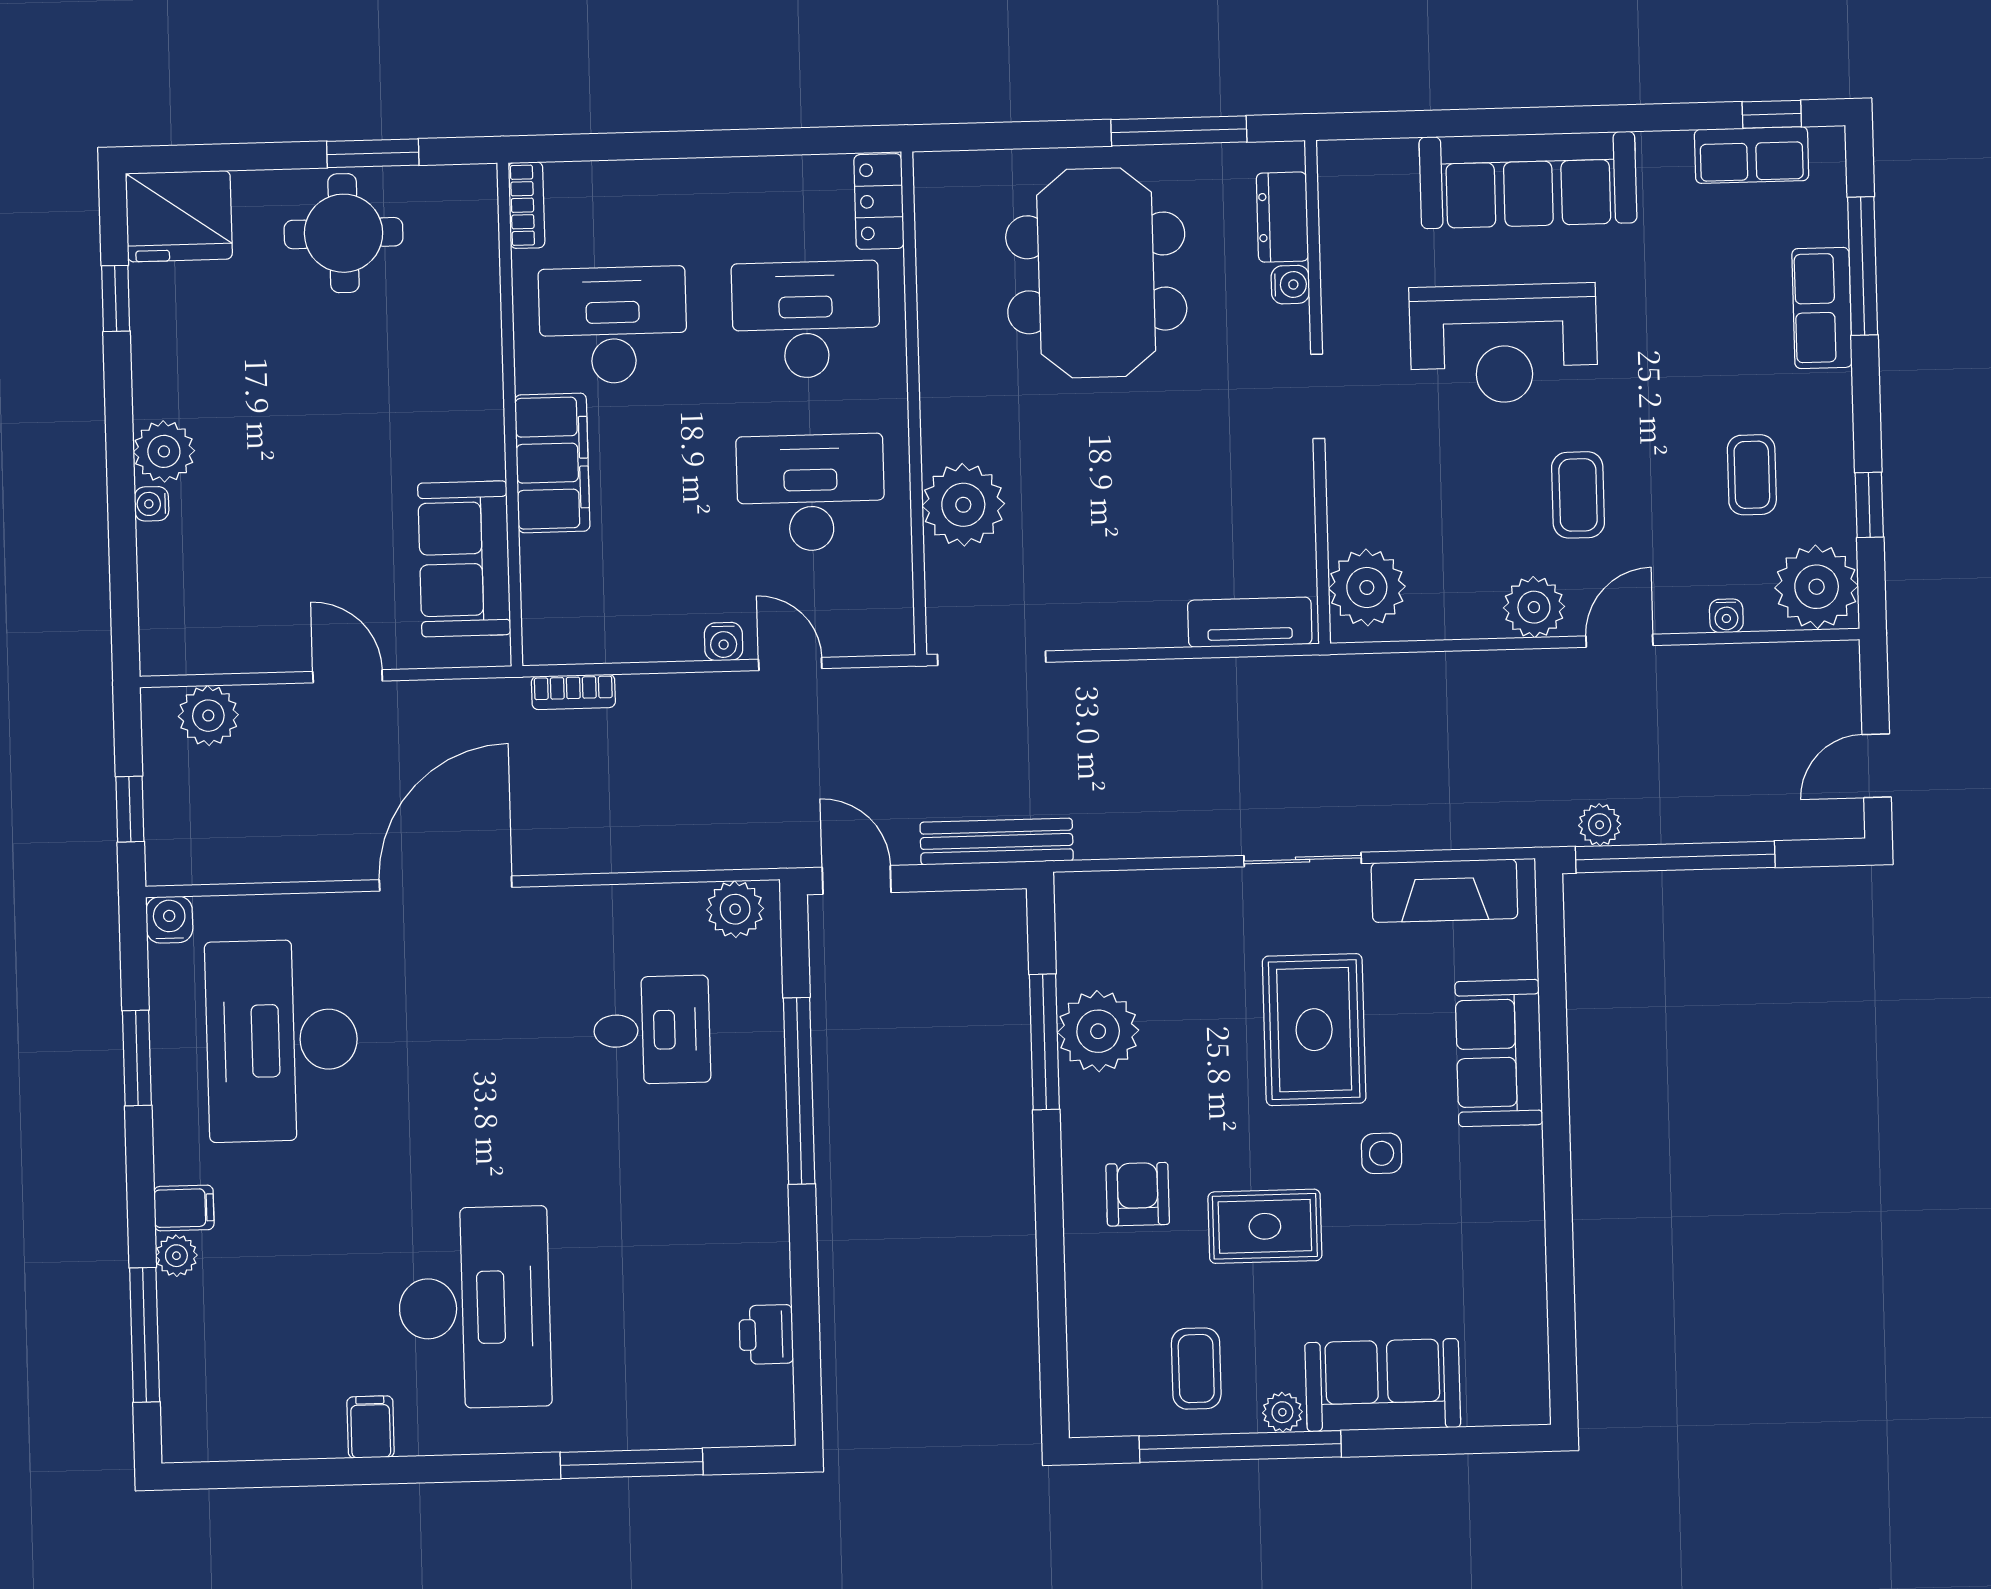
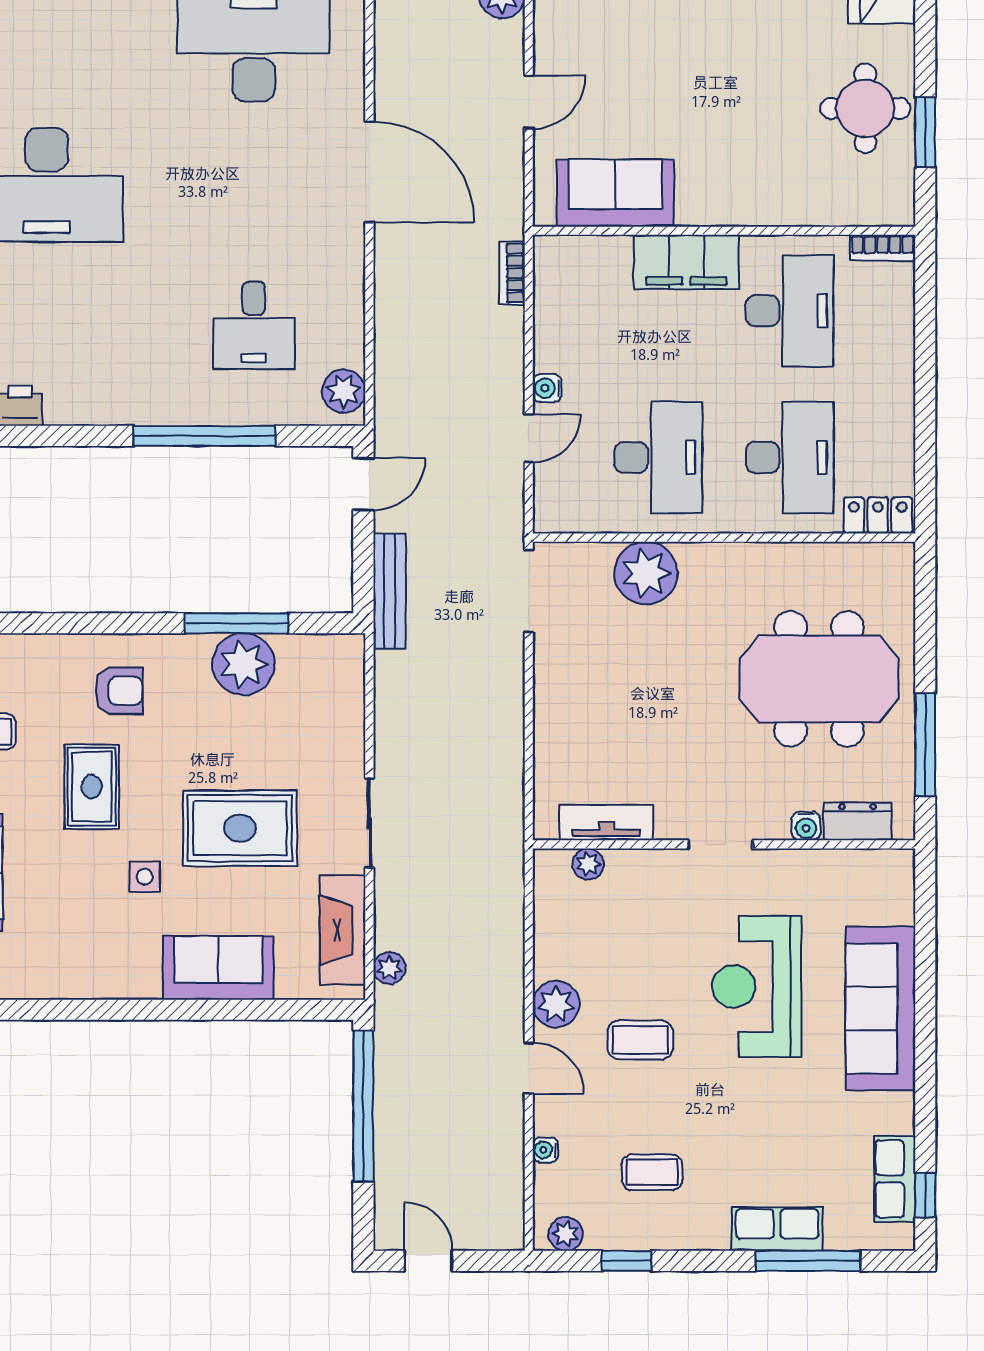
plant: (1367, 587) -> (588, 864), width x0.53, depth x0.53
plant: (1817, 587) -> (566, 1234), width x0.53, depth x0.53
tv unit: (1250, 622) -> (606, 823), moved, turned -90
plant: (1600, 825) -> (389, 968), moved

